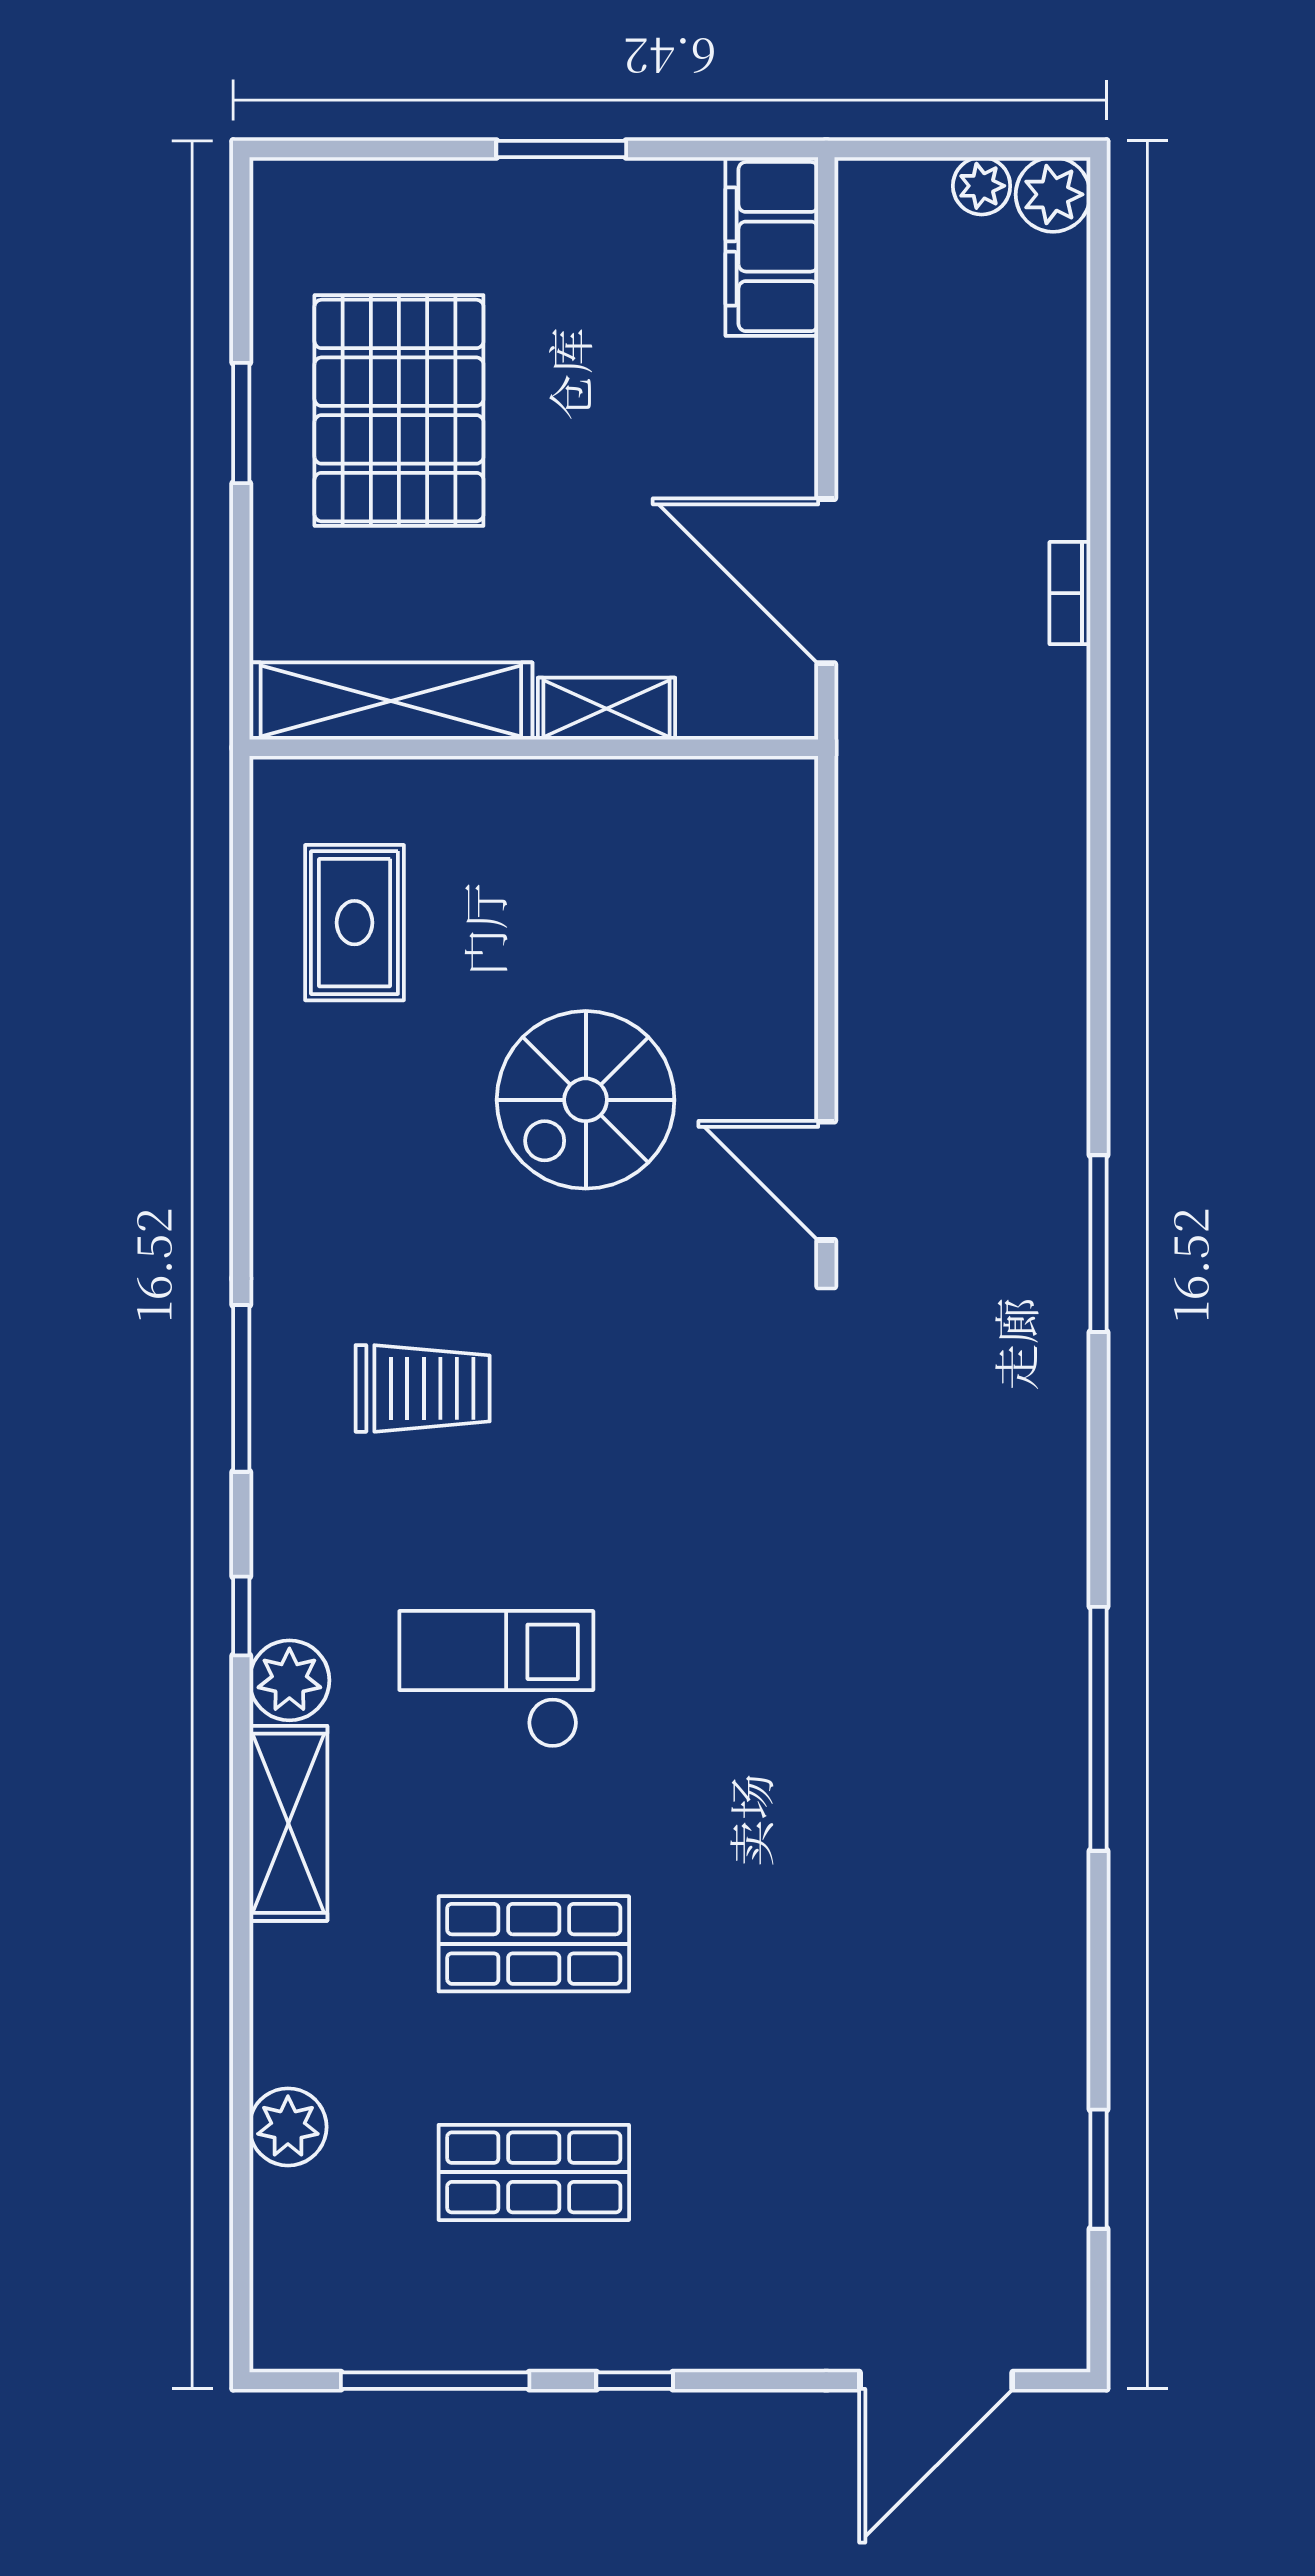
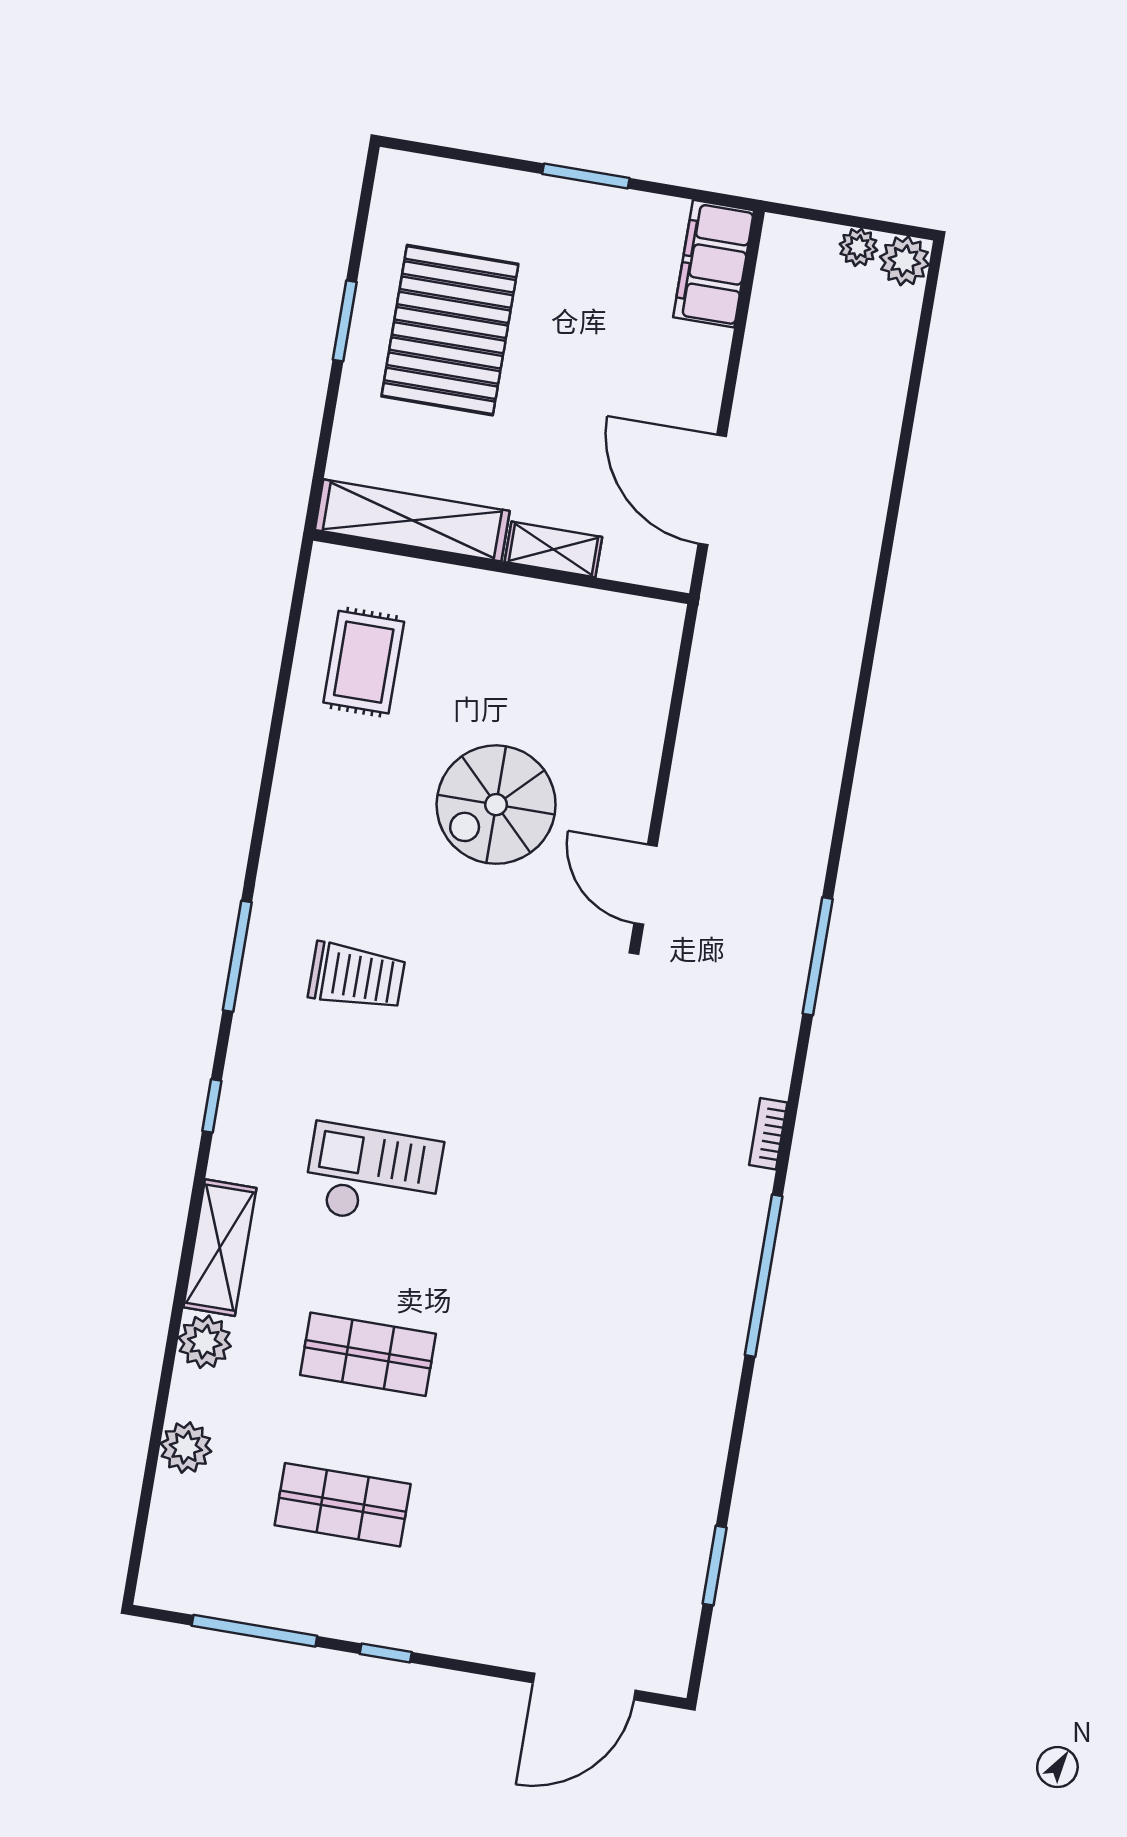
bookcase: (1070, 593) -> (768, 1134), moved
plant: (289, 1680) -> (205, 1342), moved

